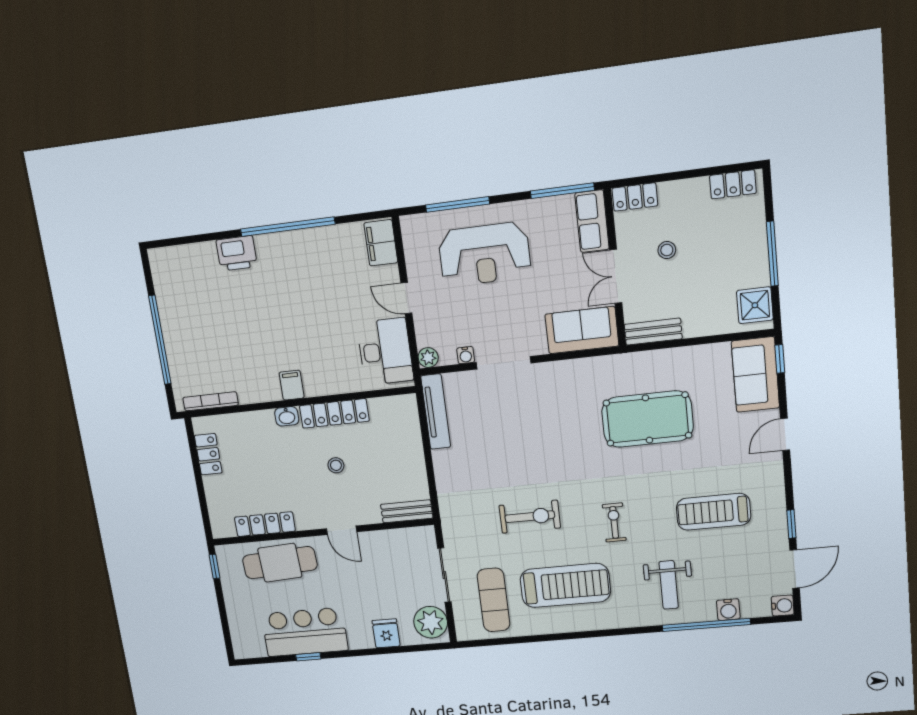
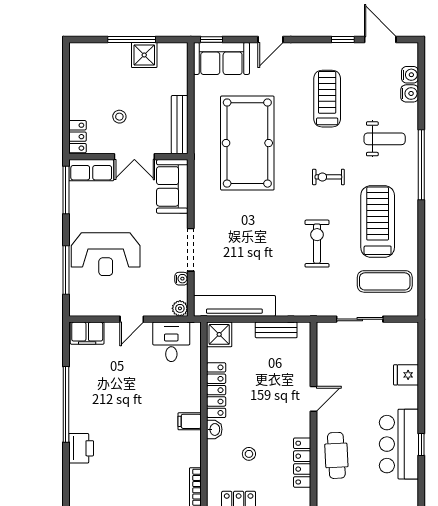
locker: (733, 184) -> (78, 64), removed
reception desk: (485, 254) -> (106, 254), turned 90
shower: (755, 305) -> (144, 55), moved
bench: (653, 332) -> (180, 125), width x1.36
desk: (385, 351) -> (171, 342), width x0.73
shower: (403, 410) -> (219, 334), added
tv unit: (436, 412) -> (234, 306), width x1.36, depth x1.29
pool table: (647, 419) -> (247, 143), width x1.36, depth x1.32
door: (785, 434) -> (271, 39), hinge flipped
stool: (336, 465) -> (249, 454), moved
bench: (407, 511) -> (276, 330), moved, turned 90
treadmill: (713, 512) -> (327, 99), turned 180
cafe table: (280, 563) -> (336, 455), width x0.73, depth x0.74
water cooler: (783, 606) -> (410, 75), moved, turned 90
plant: (431, 622) -> (399, 336), removed
window: (706, 625) -> (421, 165), moved

